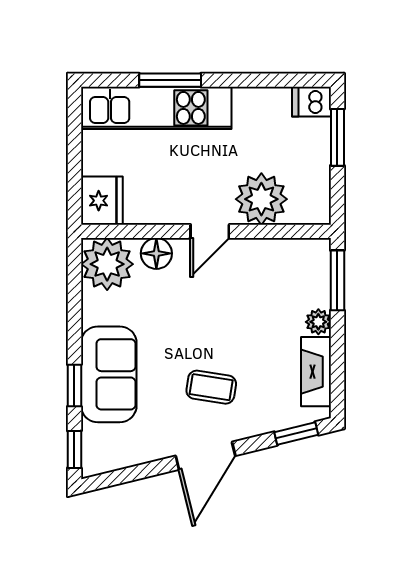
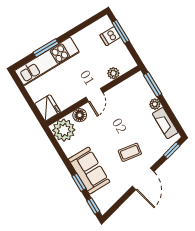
dishwasher: (312, 102) -> (110, 36), moved
plant: (261, 199) -> (113, 73), width x0.53, depth x0.53

